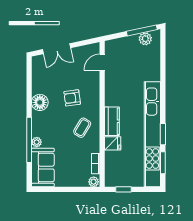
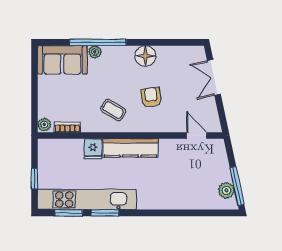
kitchen counter: (112, 121) -> (131, 148), width x1.50
kitchen unit: (152, 134) -> (87, 200), width x0.73
window: (123, 189) -> (34, 178), moved

